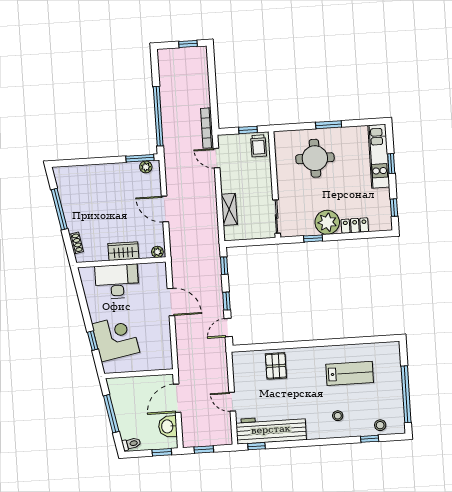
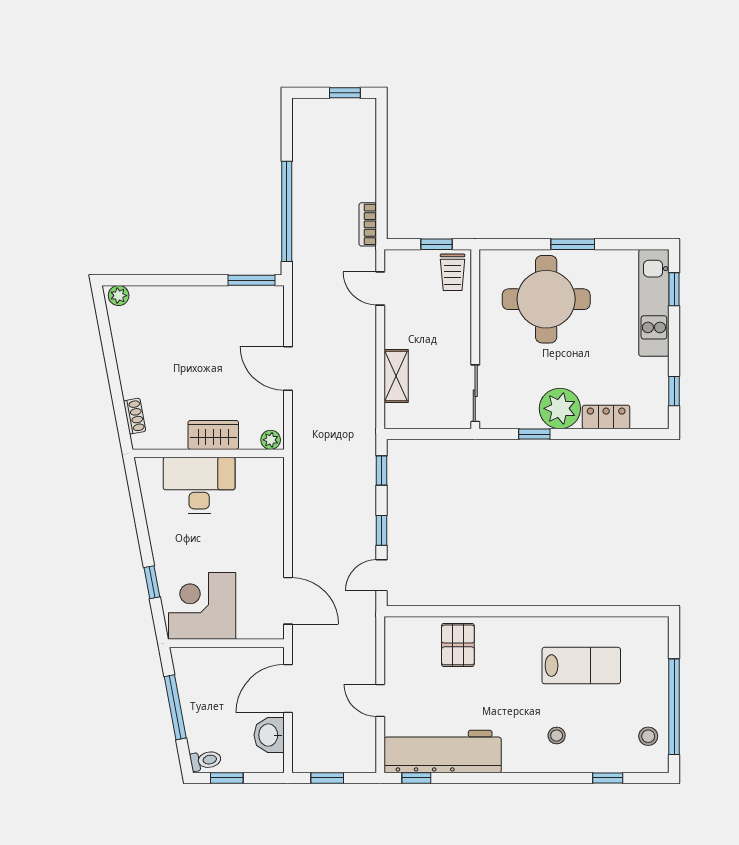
bookcase: (207, 128) -> (368, 224), width x0.64
round table: (315, 158) -> (546, 299), width x1.36, depth x1.36
window: (391, 164) -> (674, 289), moved
plant: (146, 167) -> (119, 296), moved
window: (59, 209) -> (110, 357), removed
door: (171, 302) -> (288, 601), moved
corner desk: (116, 338) -> (202, 606), moved, turned -79
stool: (380, 425) -> (648, 736), moved
window: (162, 452) -> (227, 778), moved

